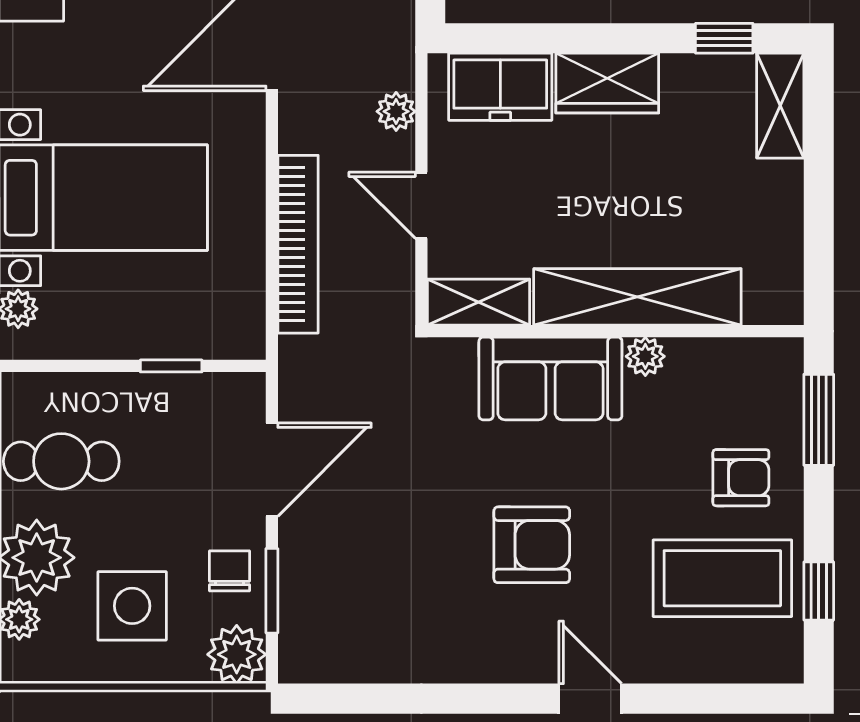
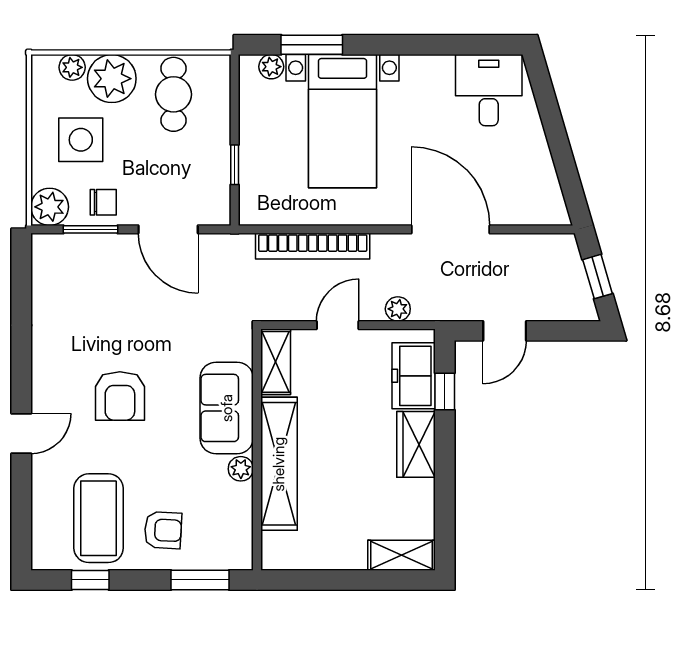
window: (724, 38) -> (445, 392), moved
armchair: (741, 478) -> (163, 530), turned -87

